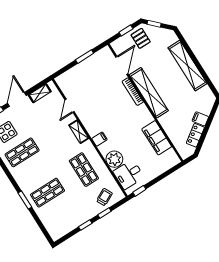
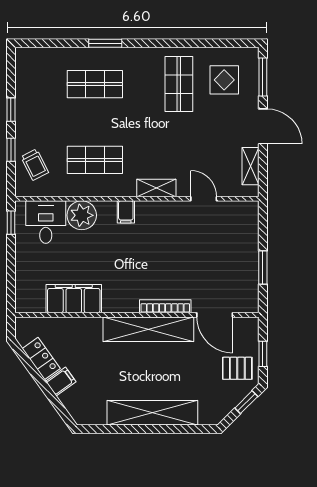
shop shelf: (48, 193) -> (95, 84), turned 90

